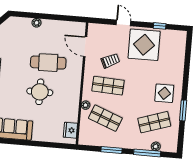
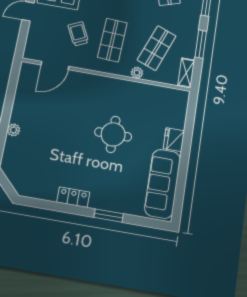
cafe table: (48, 63) -> (72, 119), removed
fridge: (70, 130) -> (174, 140), moved, turned 90
shelving: (89, 141) -> (186, 73), added

